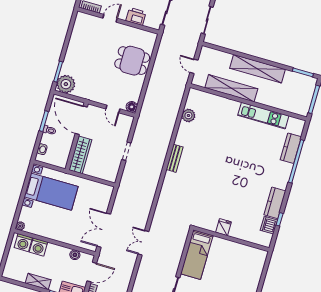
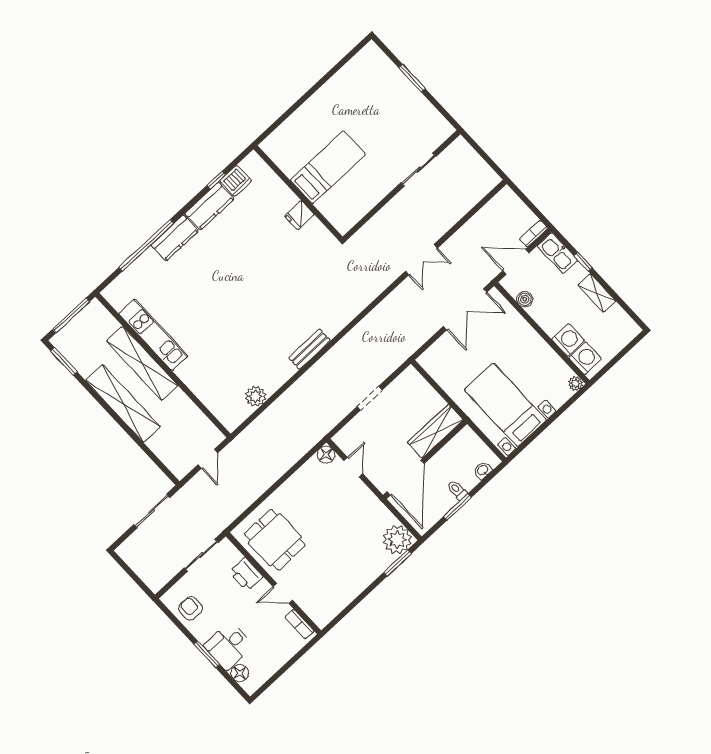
dining table: (132, 61) -> (275, 540), moved
shelving: (231, 88) -> (142, 363), moved
kitchen counter: (291, 148) -> (175, 238), moved
bed: (197, 255) -> (328, 167), moved

